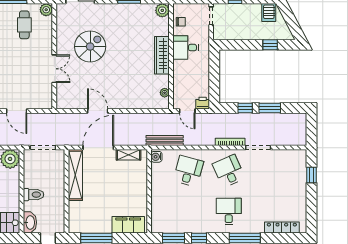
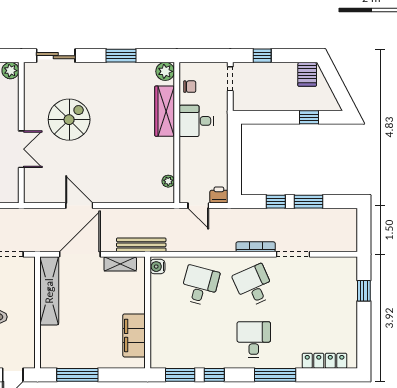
wardrobe: (162, 55) -> (165, 111), moved
bench: (165, 141) -> (141, 245), moved
filing cabinet: (128, 225) -> (134, 335), moved, turned -90

